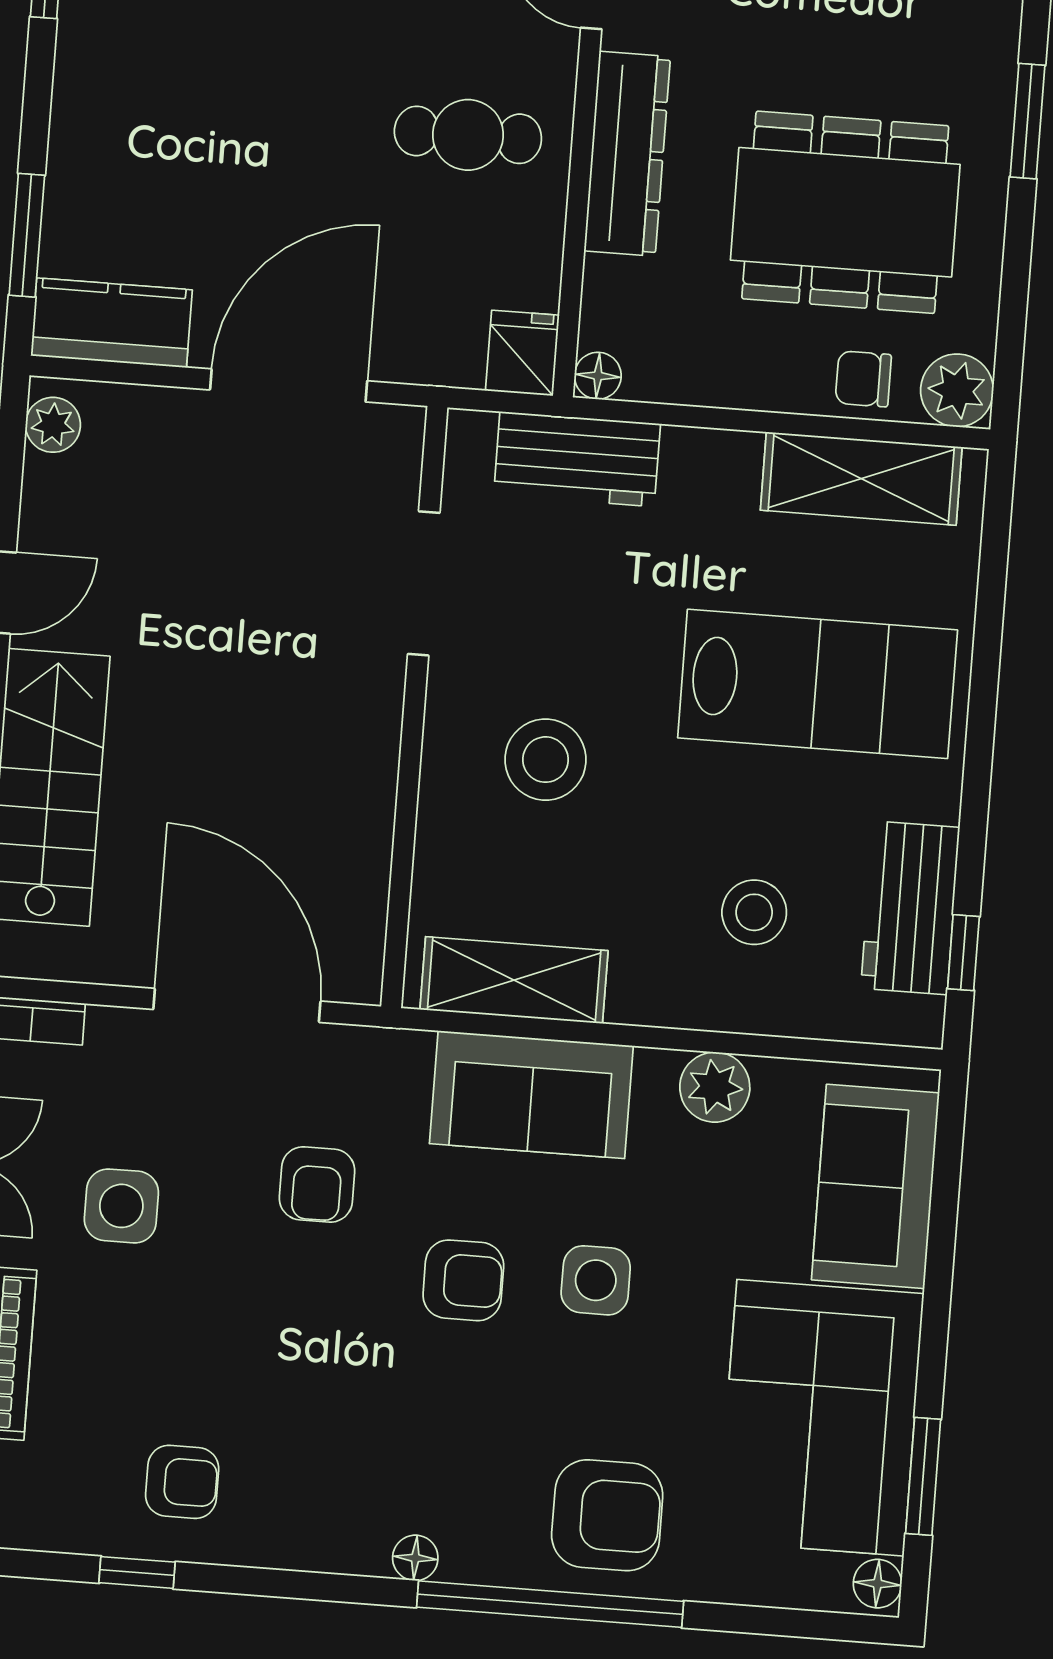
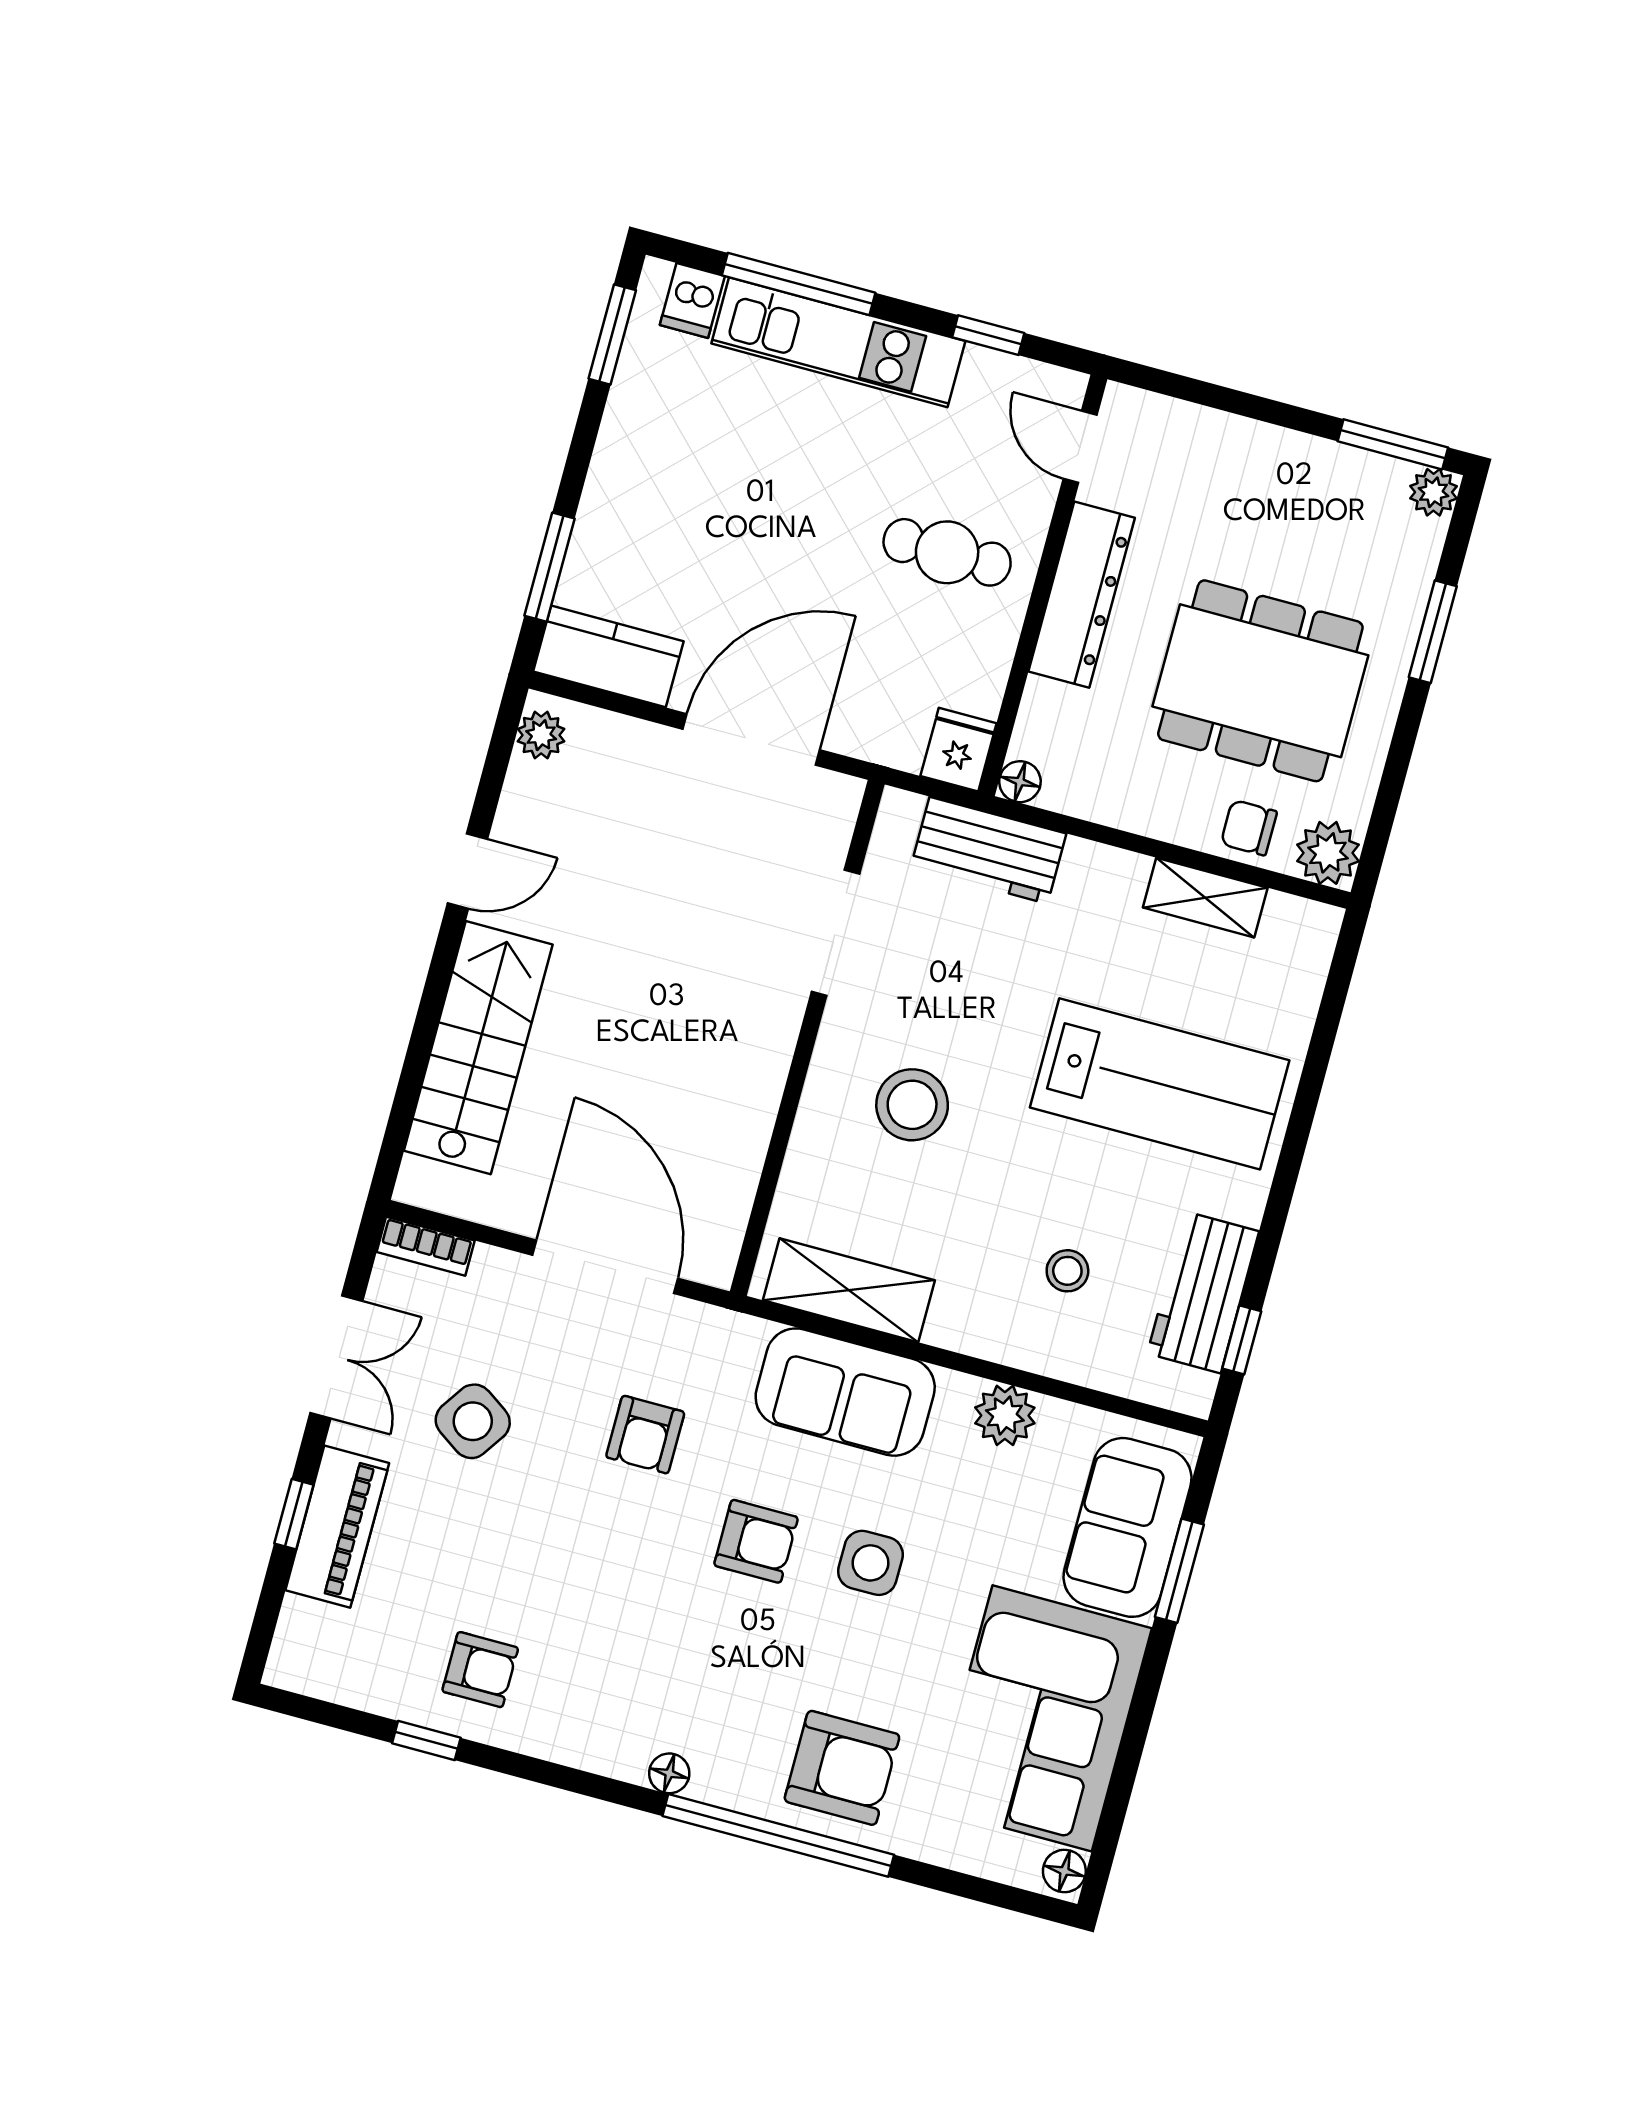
shelving: (861, 479) -> (1205, 898), width x0.67, depth x0.75
stool: (754, 912) -> (1067, 1271), width x0.73, depth x0.73
side table: (121, 1206) -> (473, 1421), turned 34
window: (923, 1476) -> (1179, 1571), moved

